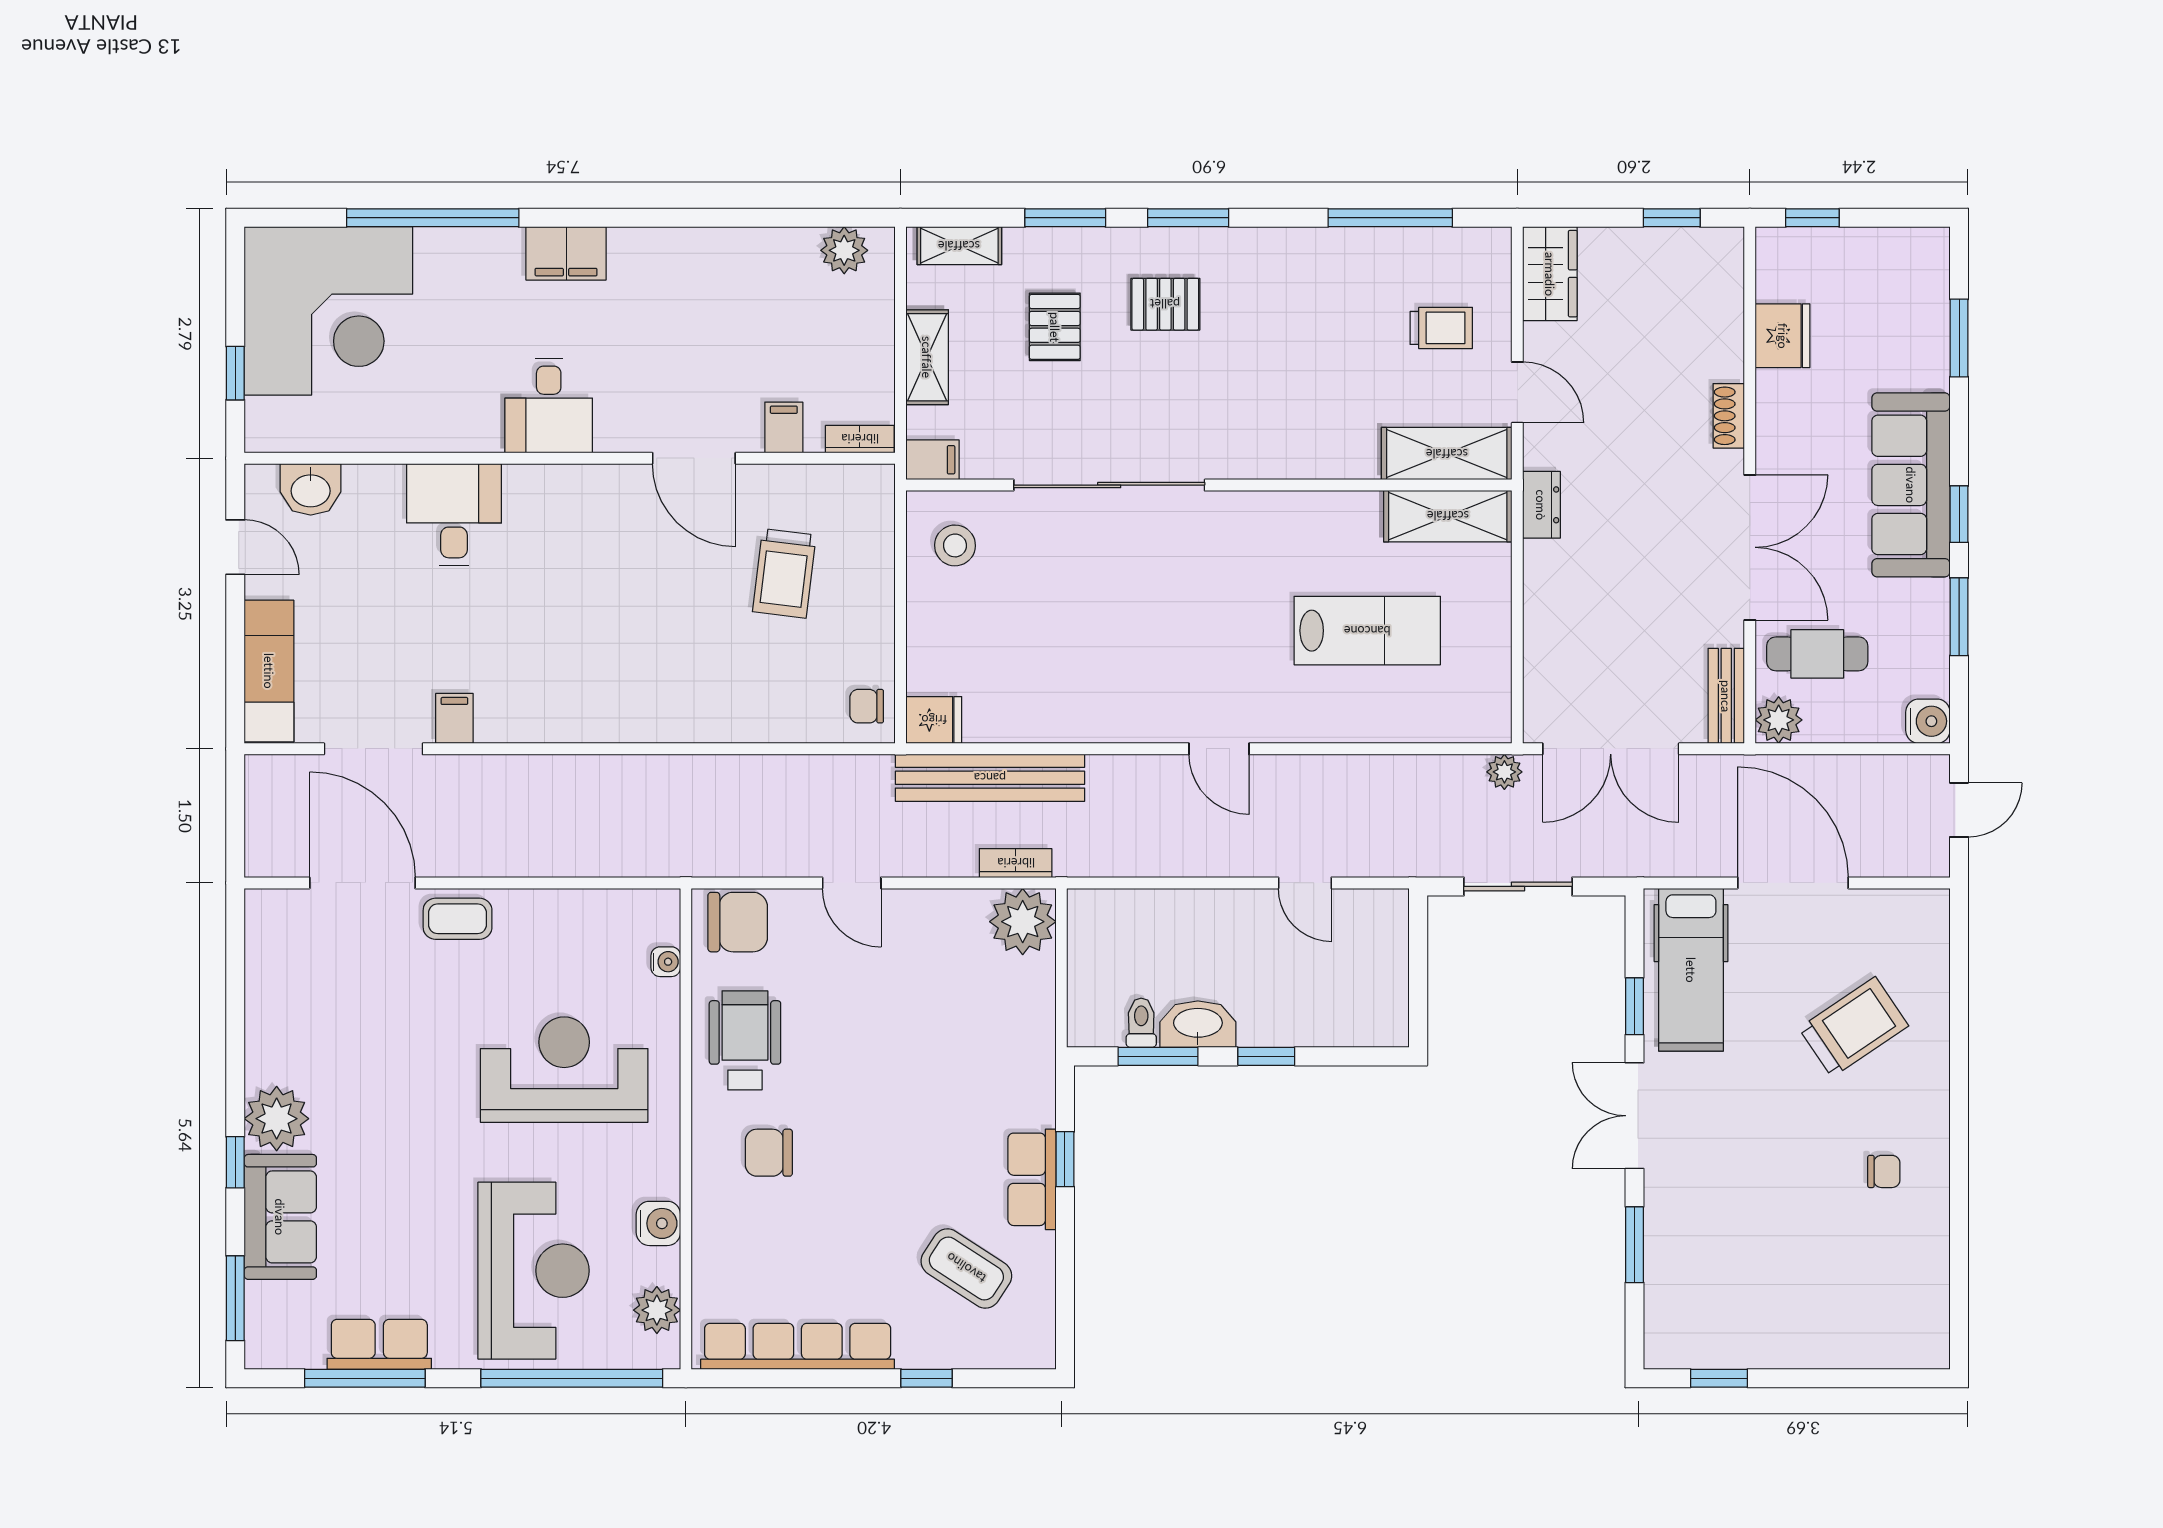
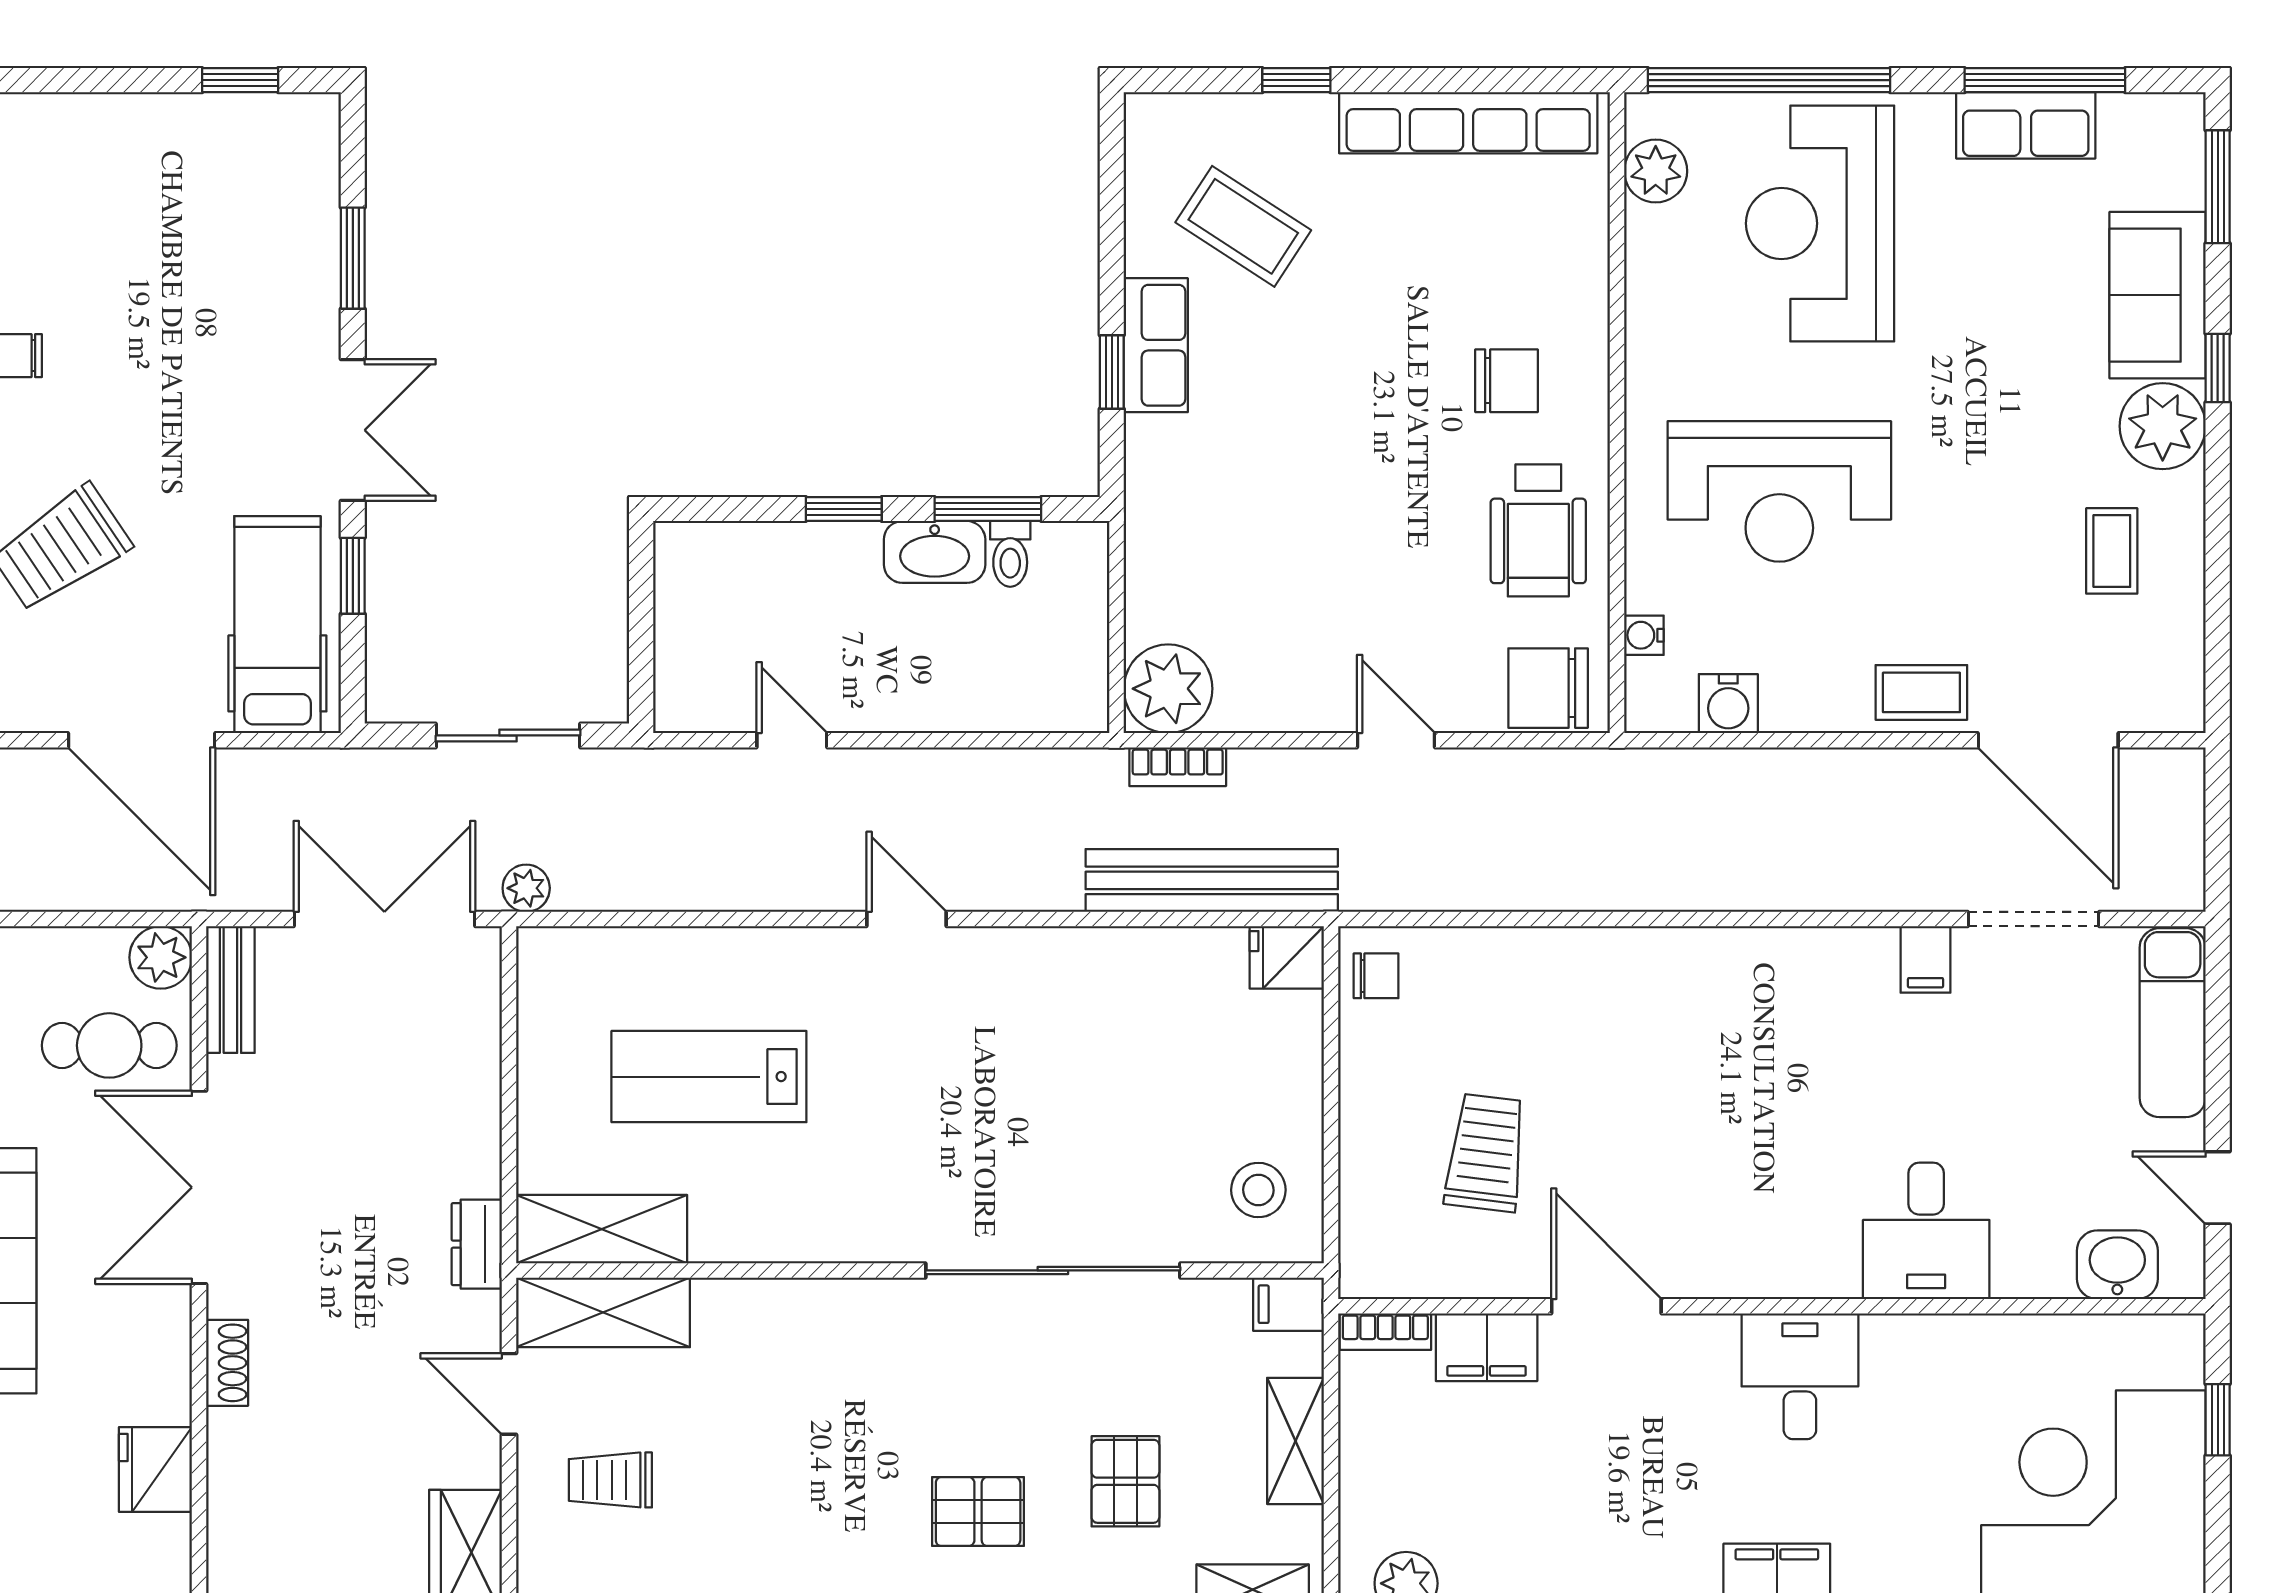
filing cabinet: (784, 428) -> (1487, 1347), width x2.00
coffee table: (315, 1025) -> (2112, 551), added
water cooler: (658, 1223) -> (1728, 704), moved, turned -90

